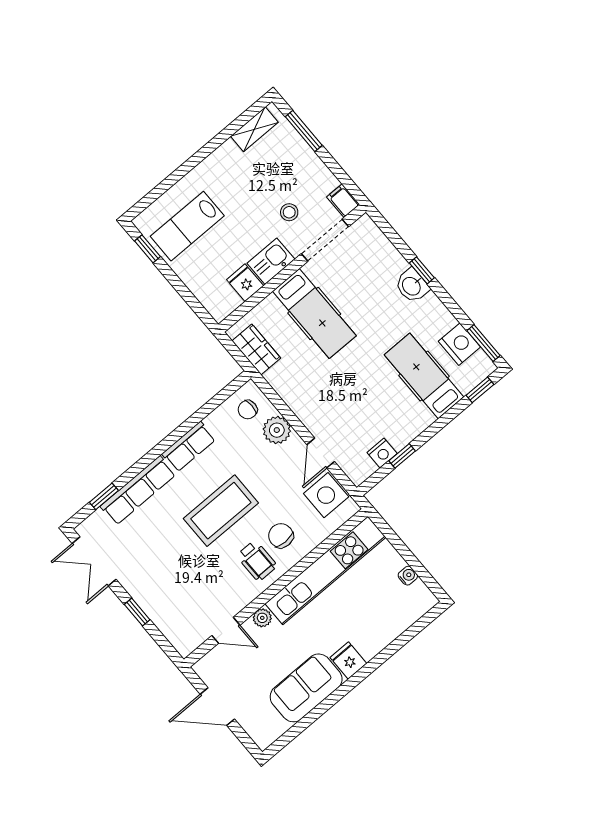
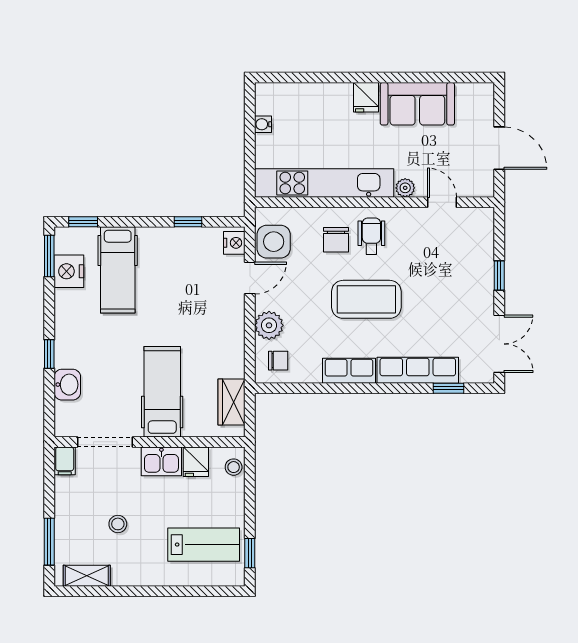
stool: (289, 212) -> (118, 524), moved
washbasin: (412, 286) -> (67, 385), moved
stool: (214, 302) -> (234, 467), added
nightstand: (382, 453) -> (234, 243), moved, turned 90

